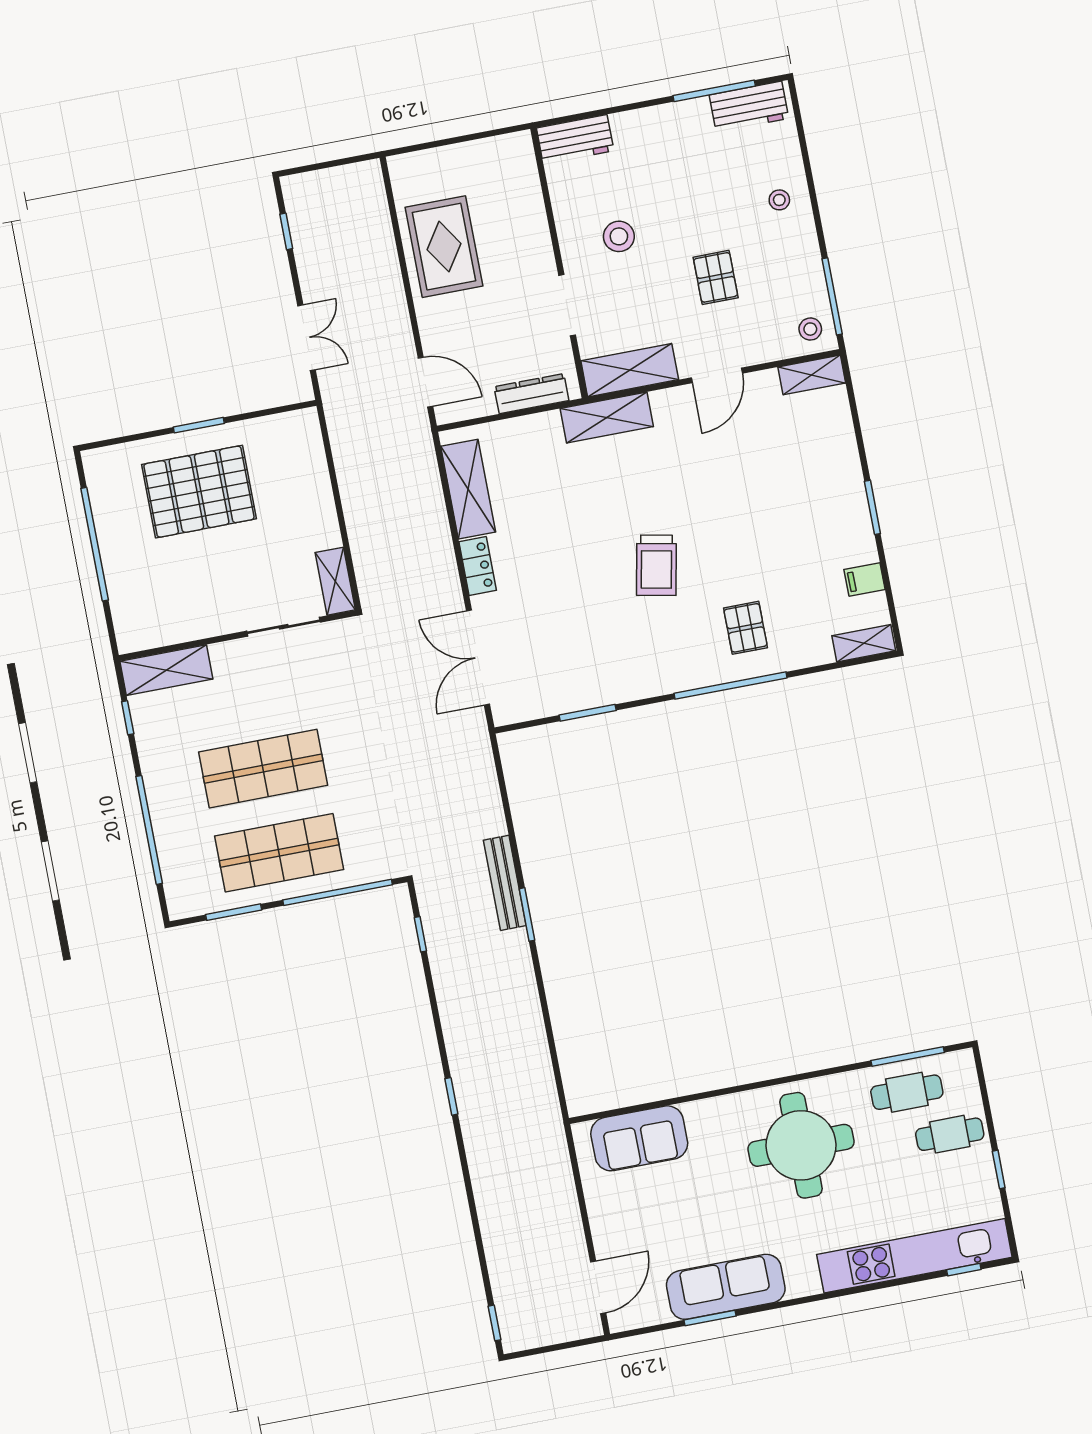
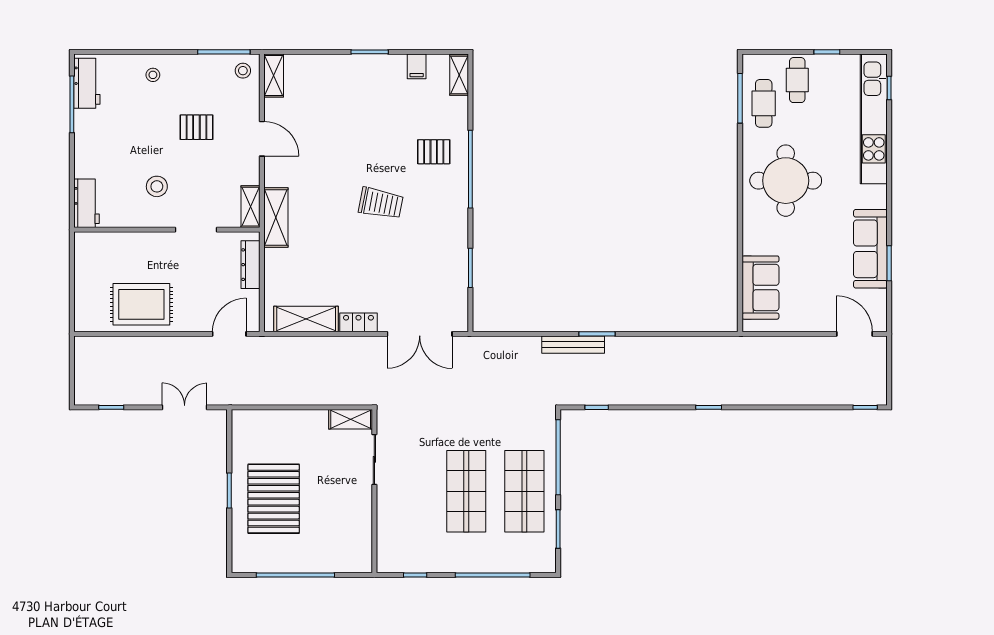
shelving: (630, 370) -> (250, 207), width x0.67, depth x0.75
shelving: (166, 670) -> (388, 543), removed

